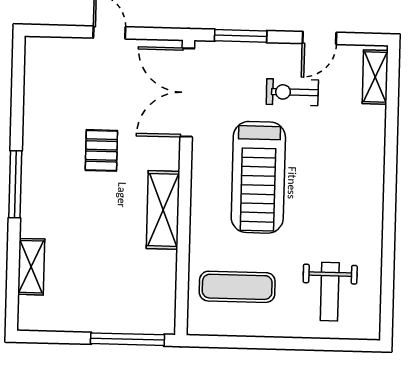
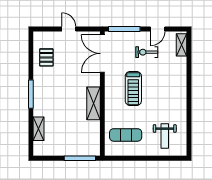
window: (241, 36) -> (124, 29), width x1.44
pallet: (101, 150) -> (46, 57), moved
treadmill: (258, 177) -> (133, 88), width x0.73, depth x0.73

